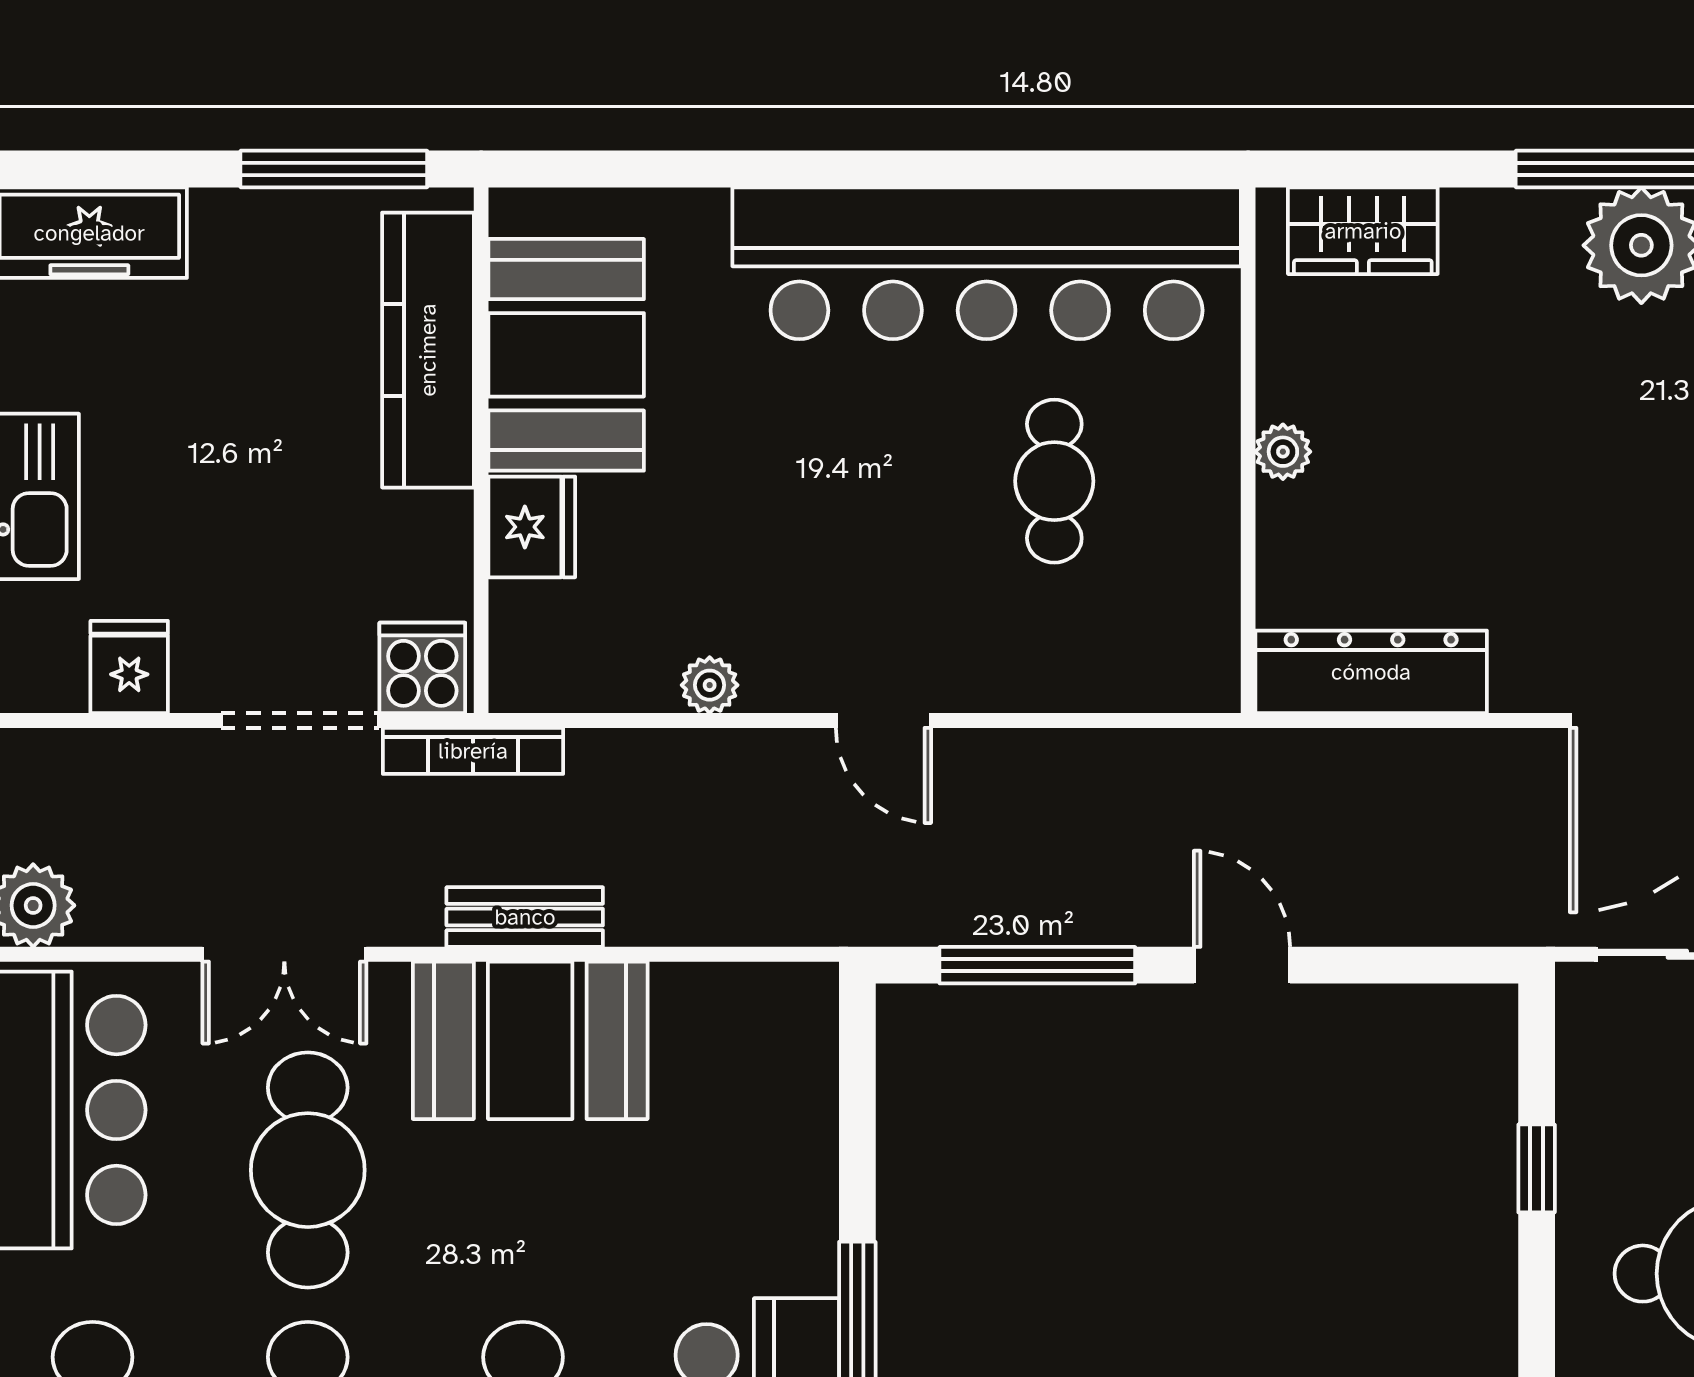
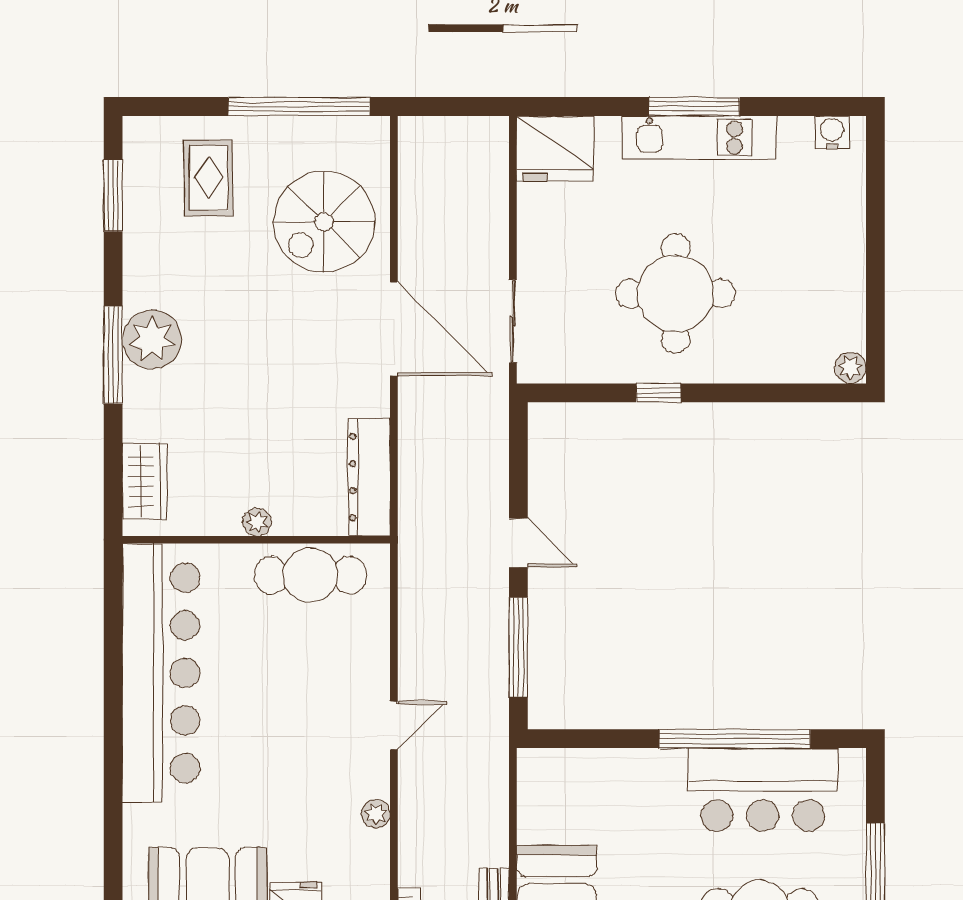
cafe table: (1054, 481) -> (310, 575), moved, width x1.37, depth x1.35
door: (1242, 965) -> (518, 543), swing flipped
window: (1537, 1168) -> (659, 393), moved

